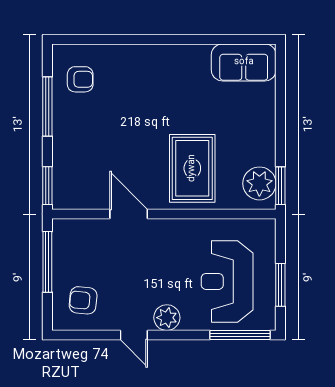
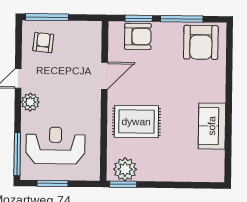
sofa: (244, 62) -> (212, 126), moved
armchair: (80, 79) -> (201, 42), width x1.88, depth x1.88
armchair: (73, 168) -> (138, 36), added
window: (47, 186) -> (139, 18), moved
window: (47, 262) -> (47, 17), moved

